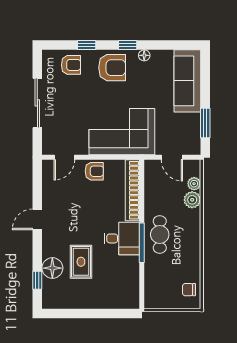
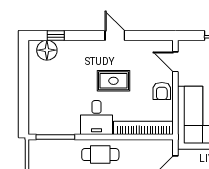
window: (142, 243) -> (55, 137), moved
rug: (81, 262) -> (113, 81), moved
floor lamp: (52, 268) -> (47, 50), moved

